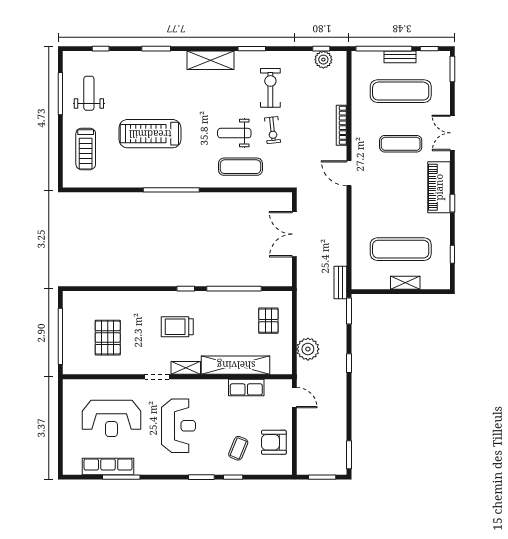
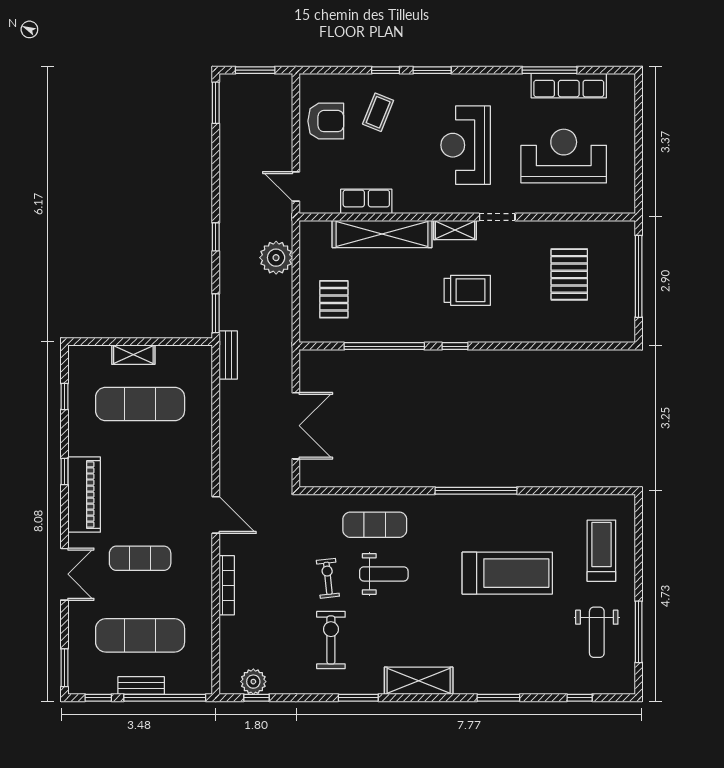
exercise bike: (270, 88) -> (331, 640), turned 180

